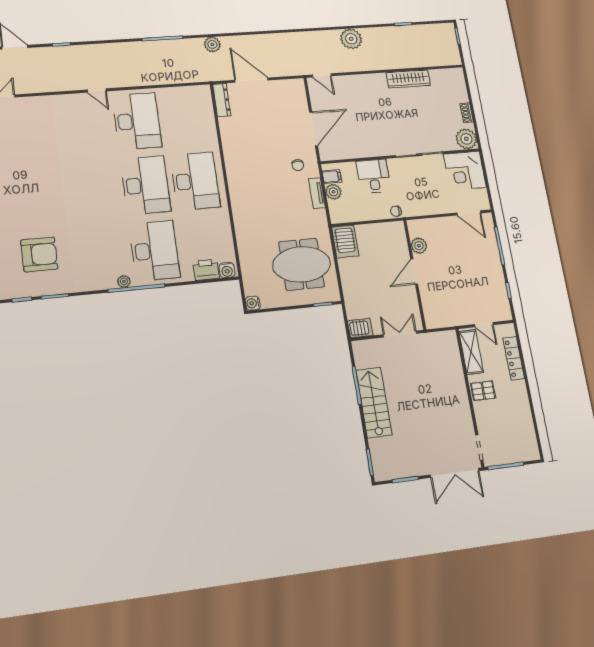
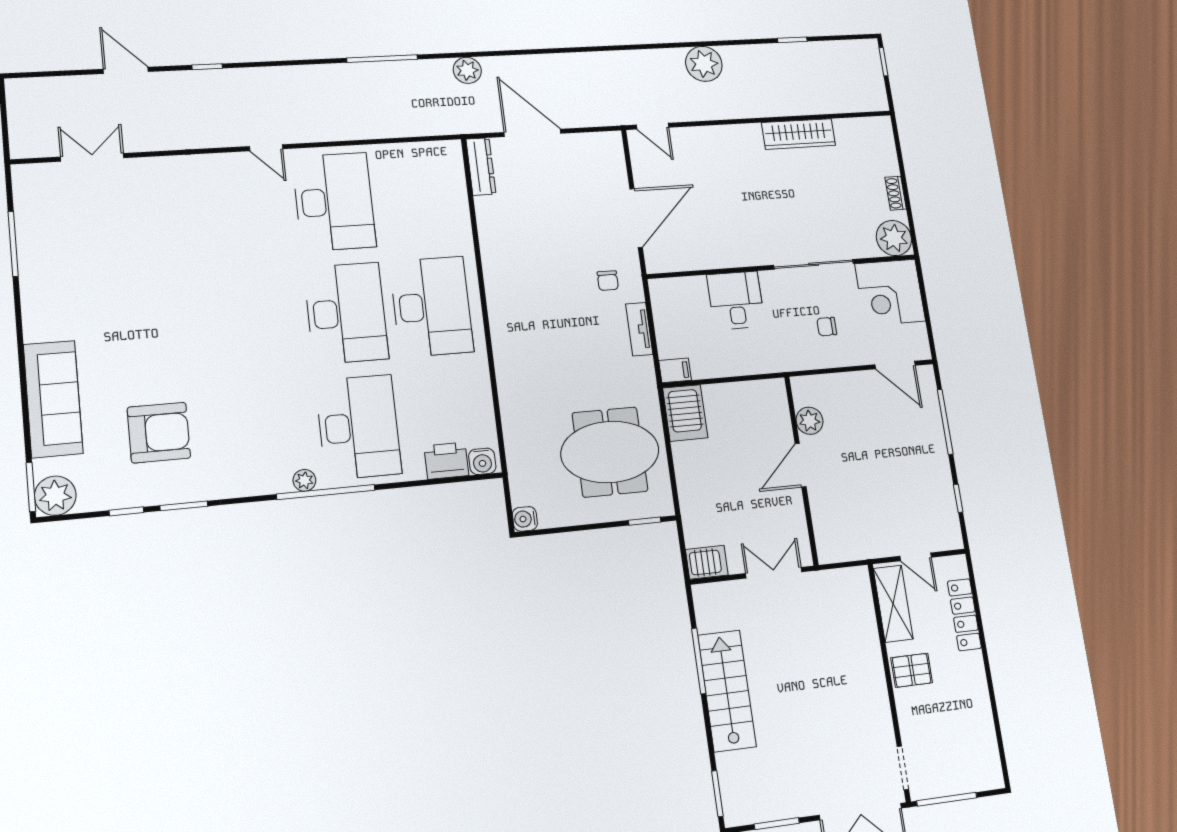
filing cabinet: (332, 177) -> (675, 370), moved
plant: (333, 192) -> (667, 327), removed
chair: (396, 211) -> (827, 327), moved

